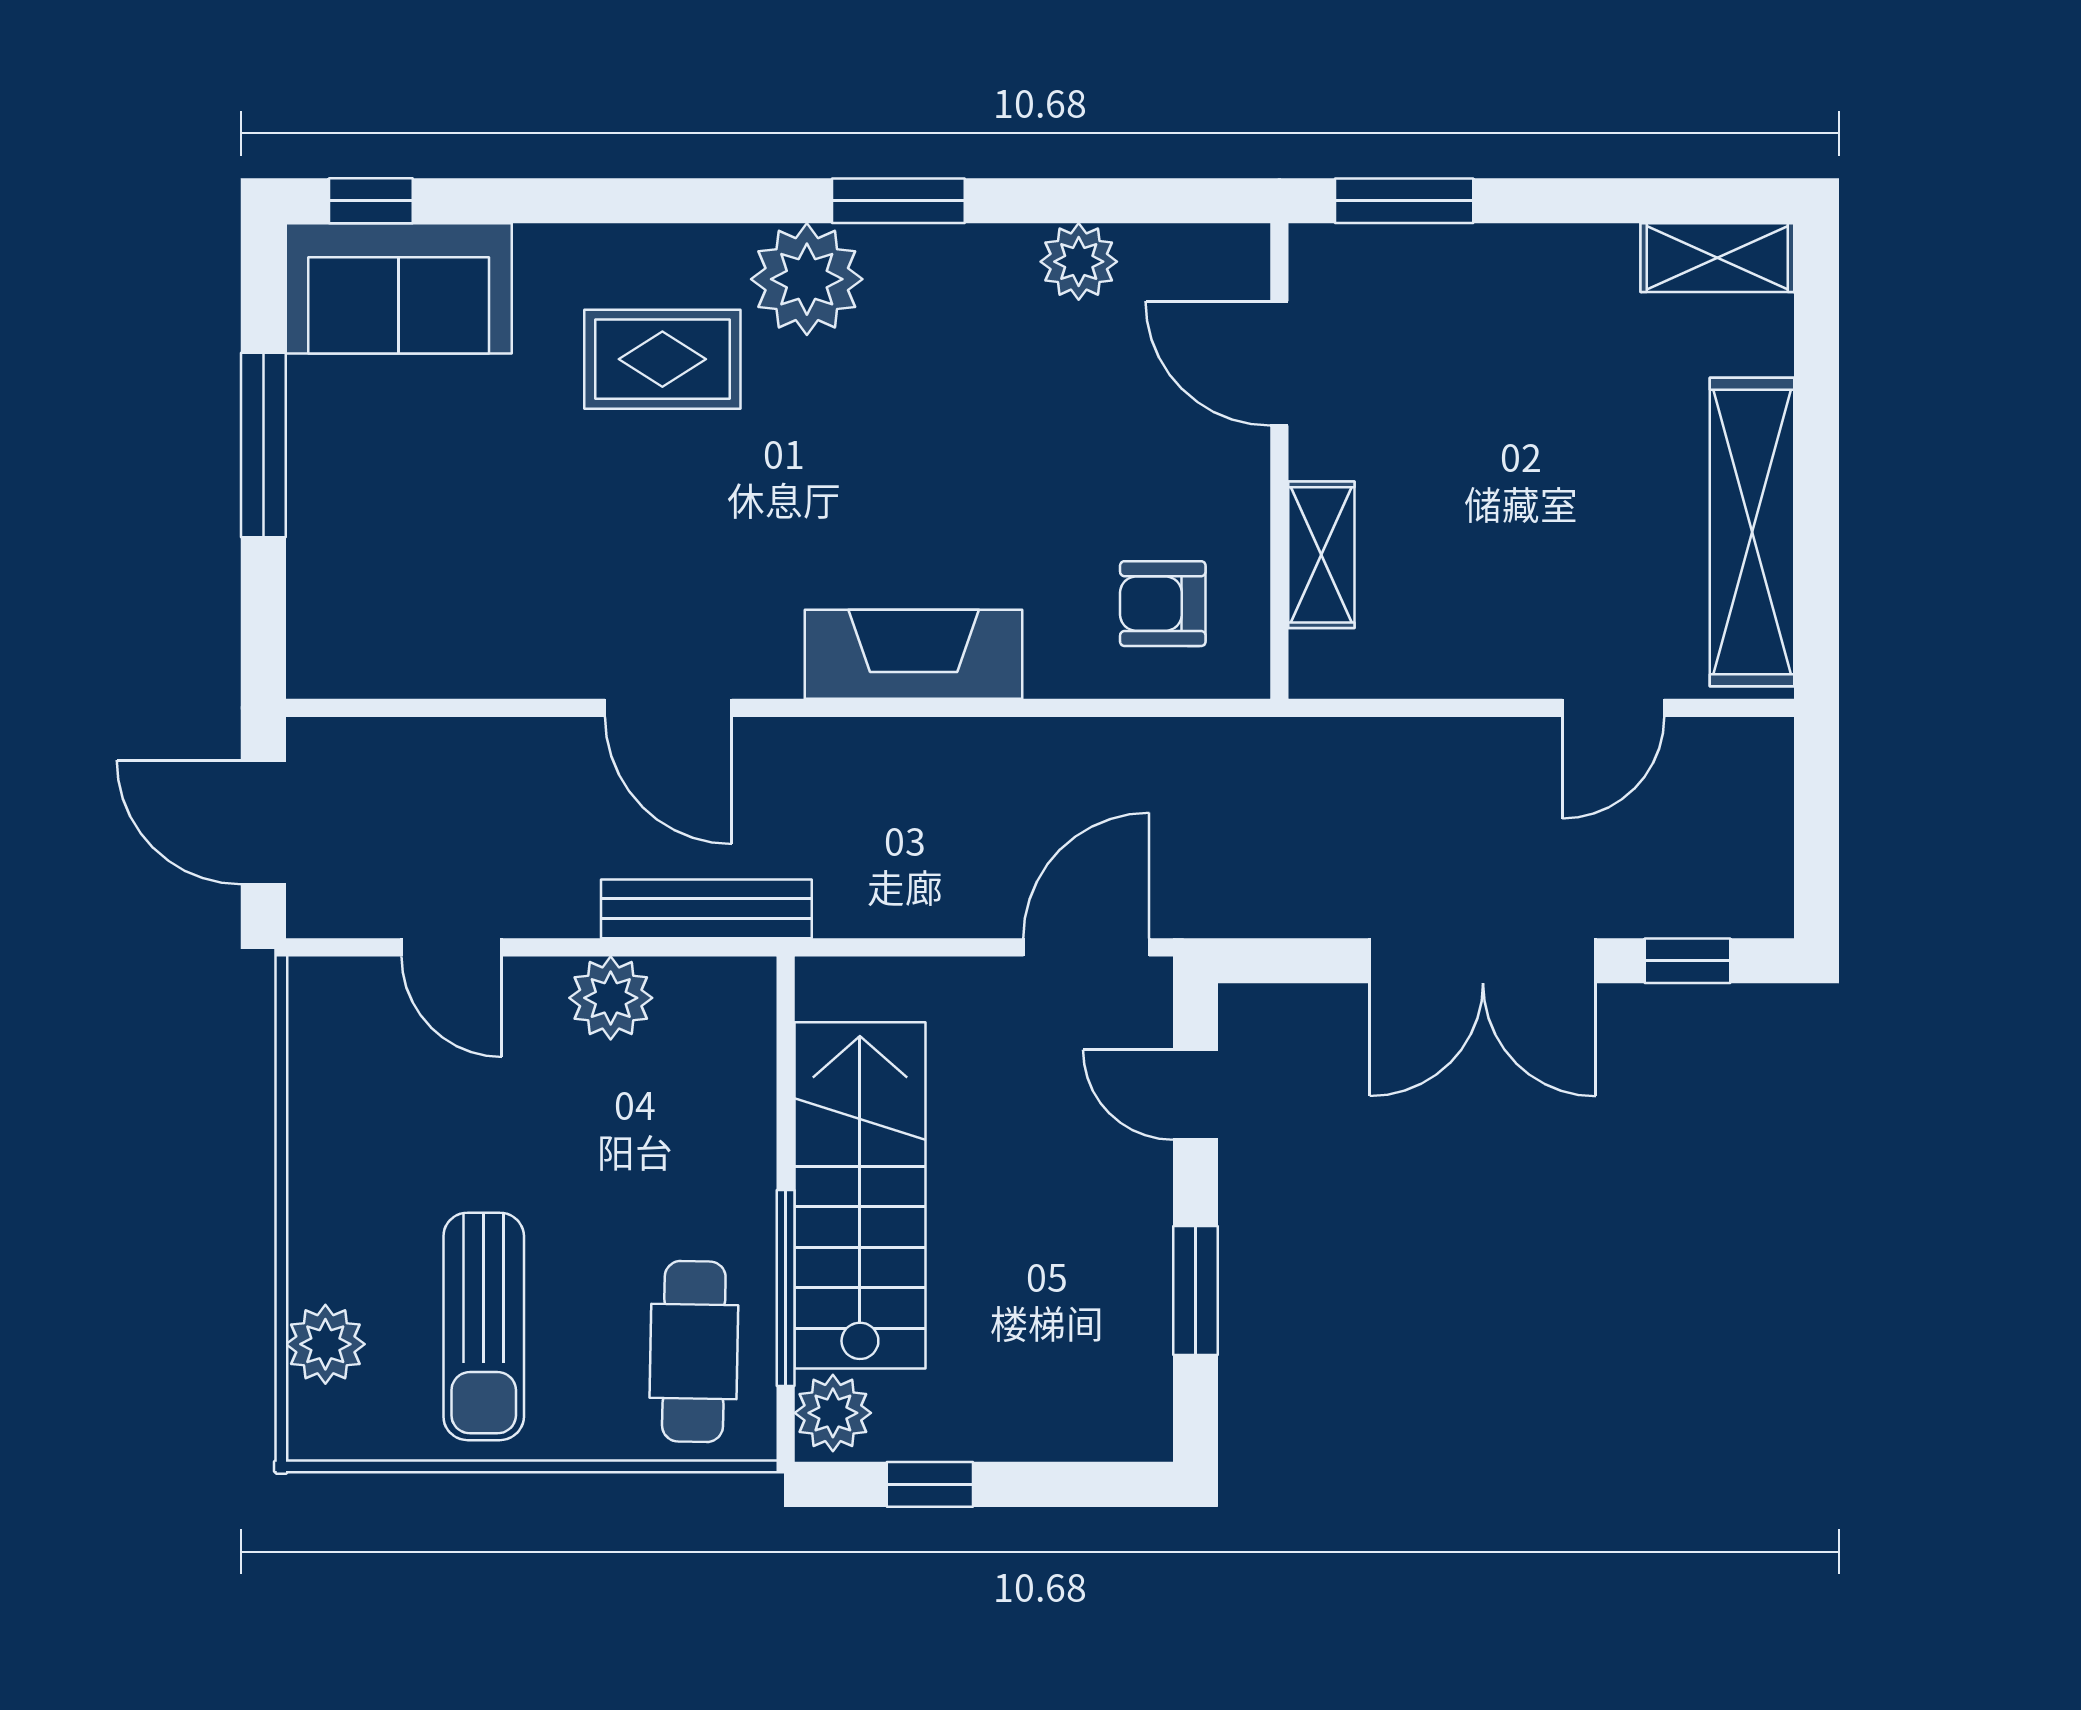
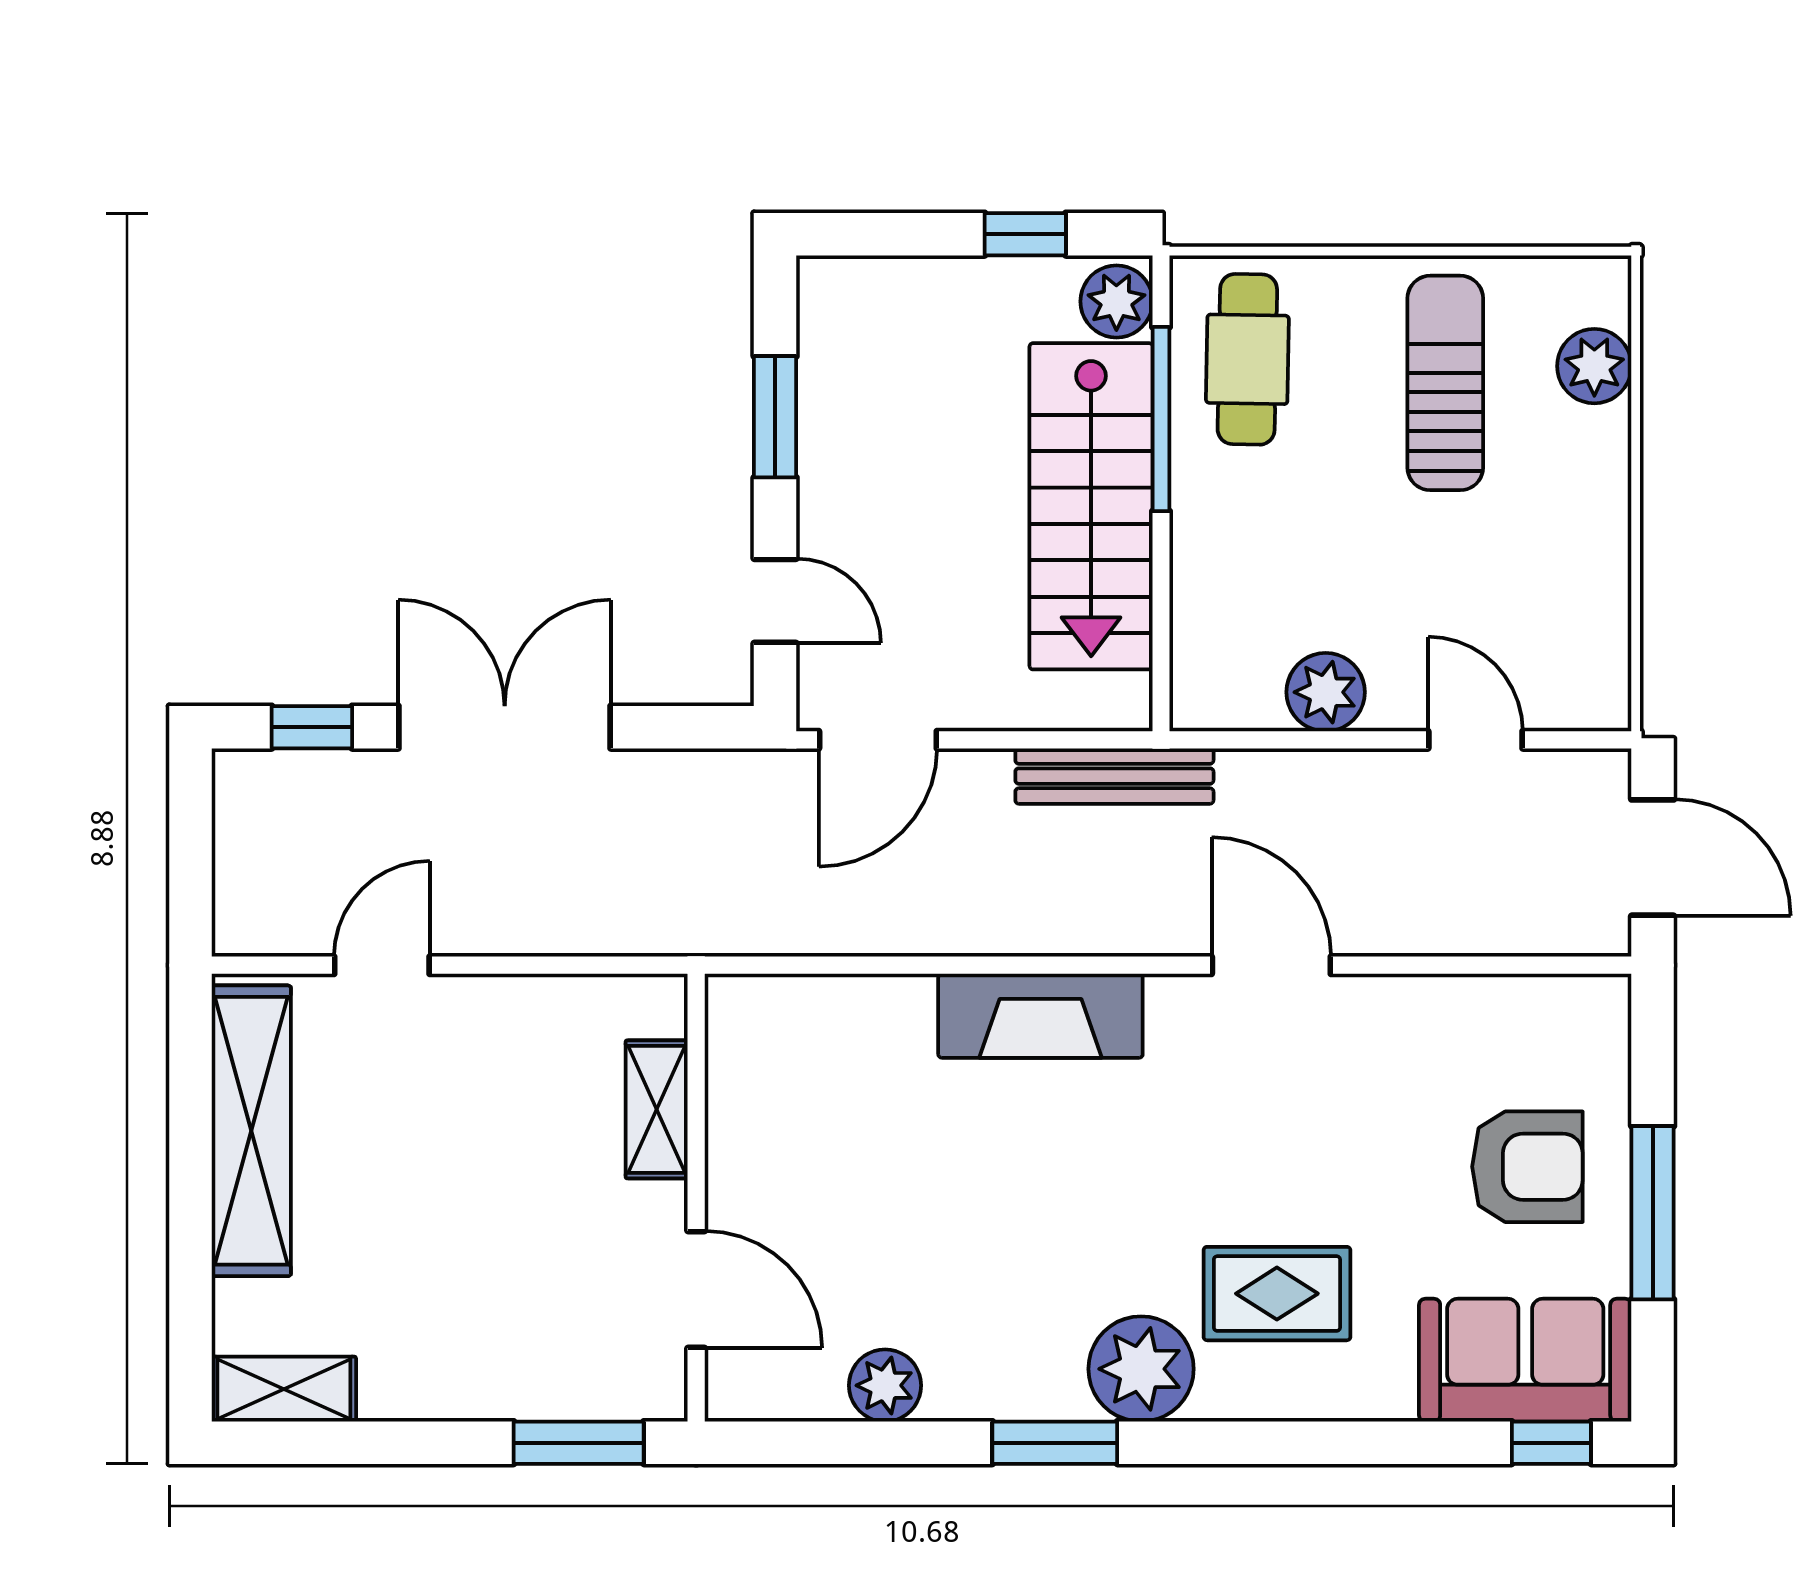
armchair: (1163, 604) -> (1527, 1167), moved, width x1.38, depth x1.38
bench: (706, 909) -> (1114, 776), moved

